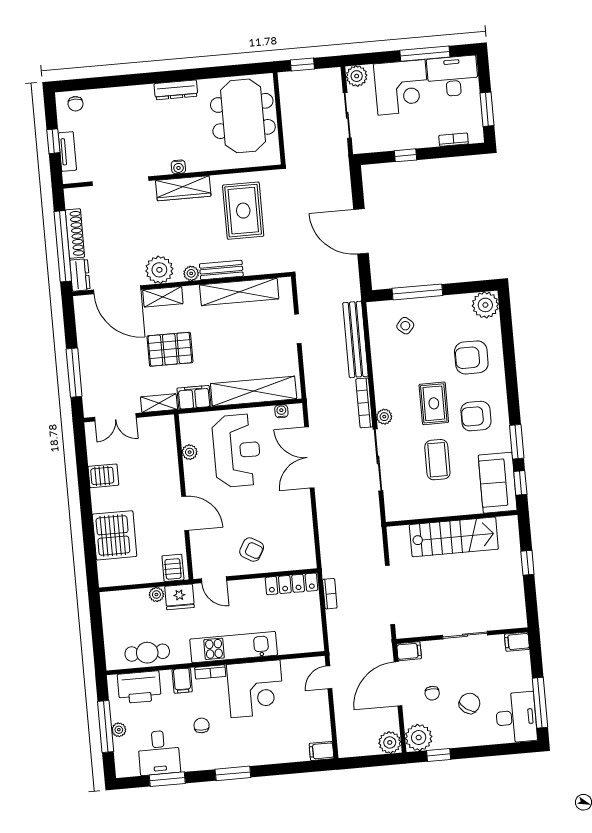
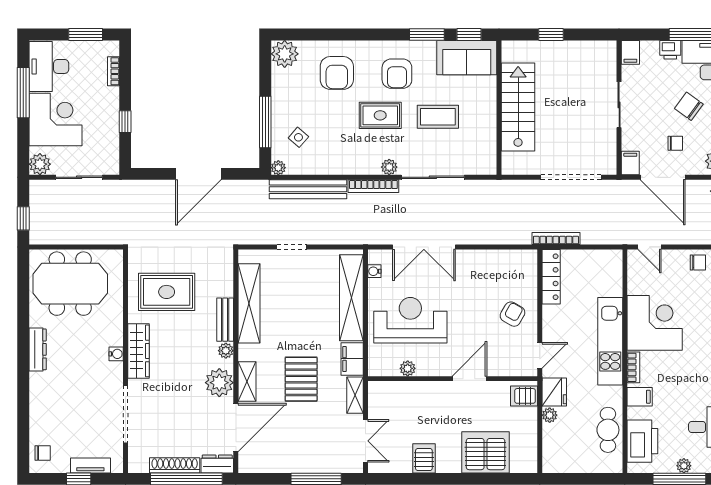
plant: (374, 309) -> (278, 168), added
bookcase: (330, 594) -> (556, 239), width x1.56
printer: (523, 680) -> (670, 50), added
chair: (202, 725) -> (698, 262), moved, turned 180

